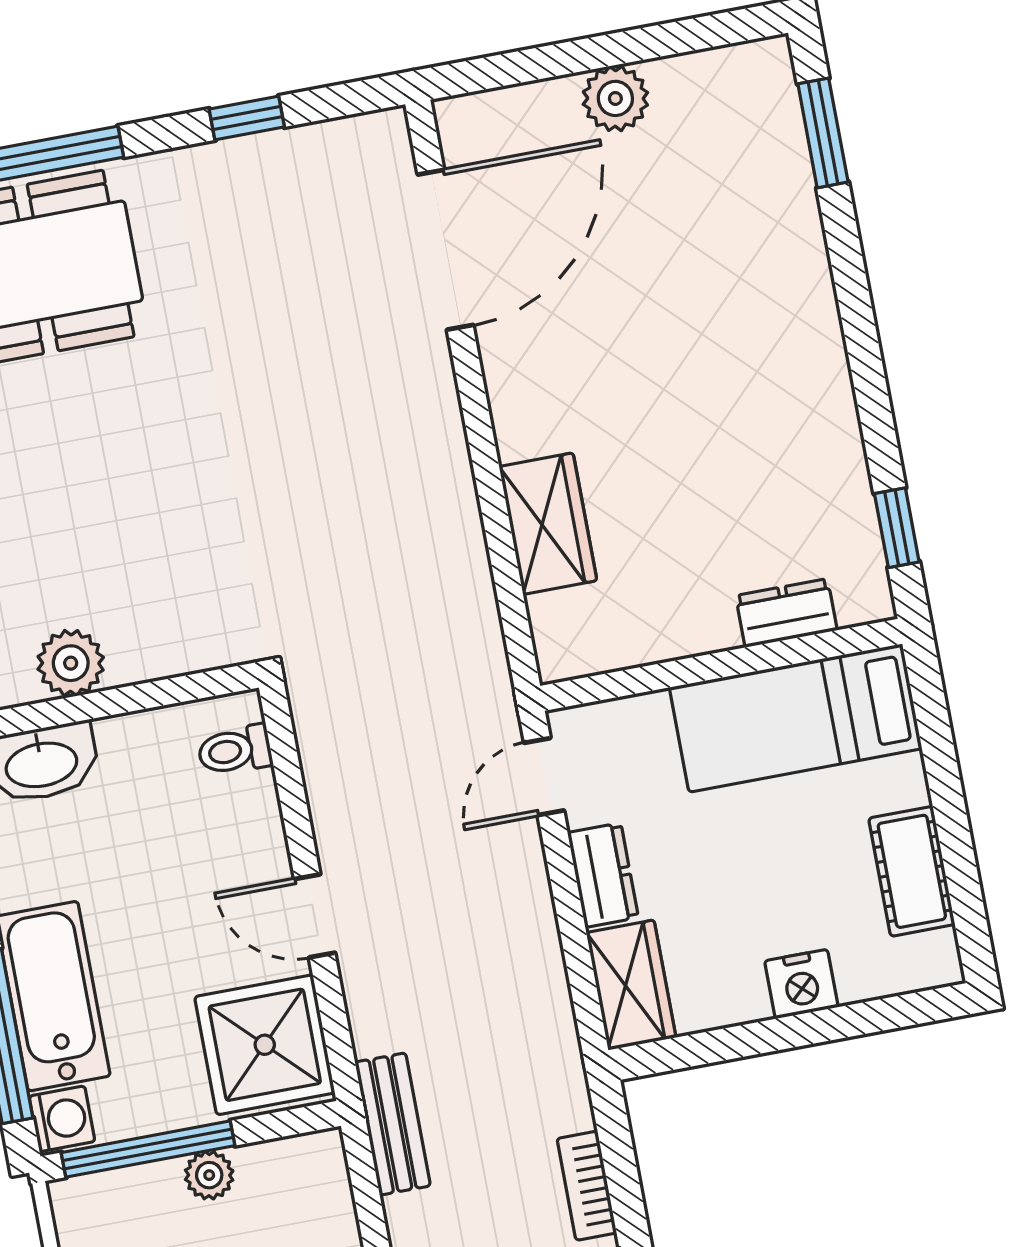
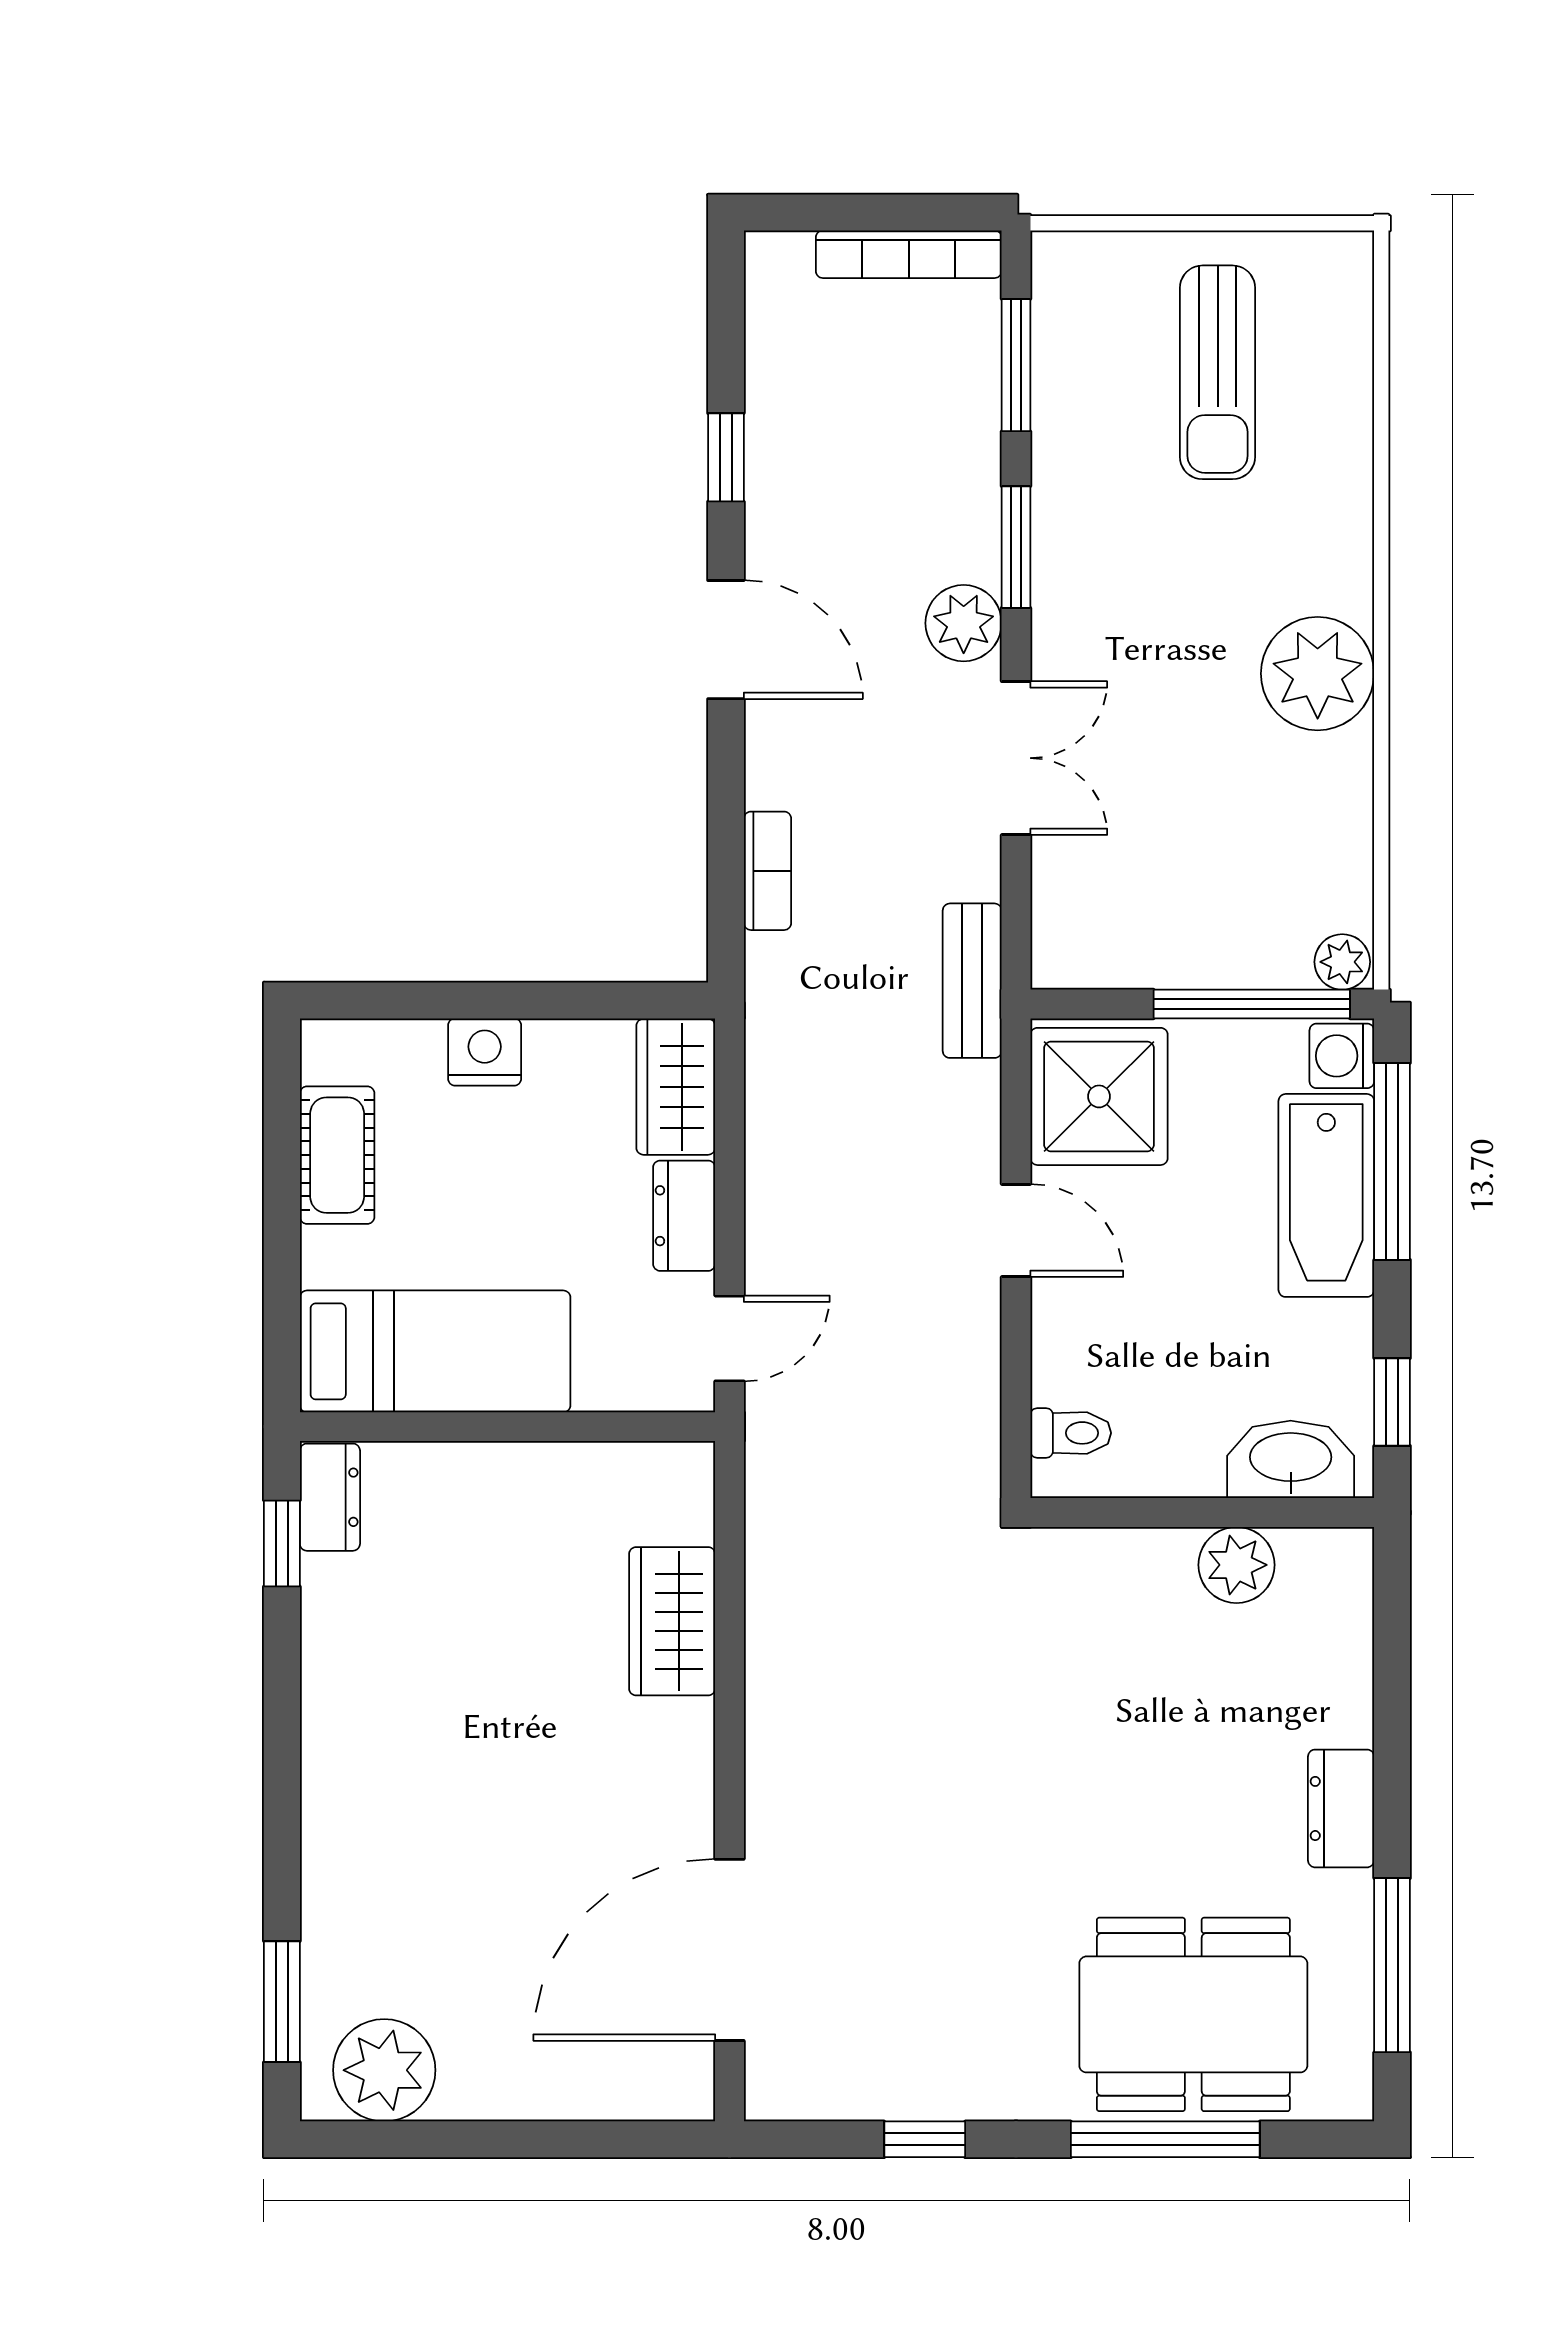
plant: (615, 98) -> (384, 2070), moved, width x1.36, depth x1.36
dresser: (786, 613) -> (330, 1497), moved, turned -90
plant: (209, 1175) -> (1342, 962), moved

